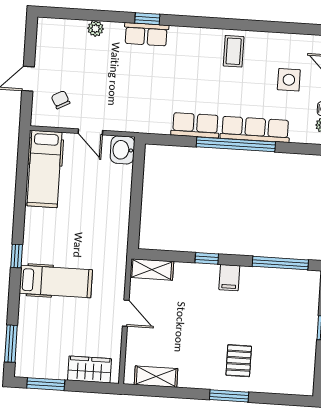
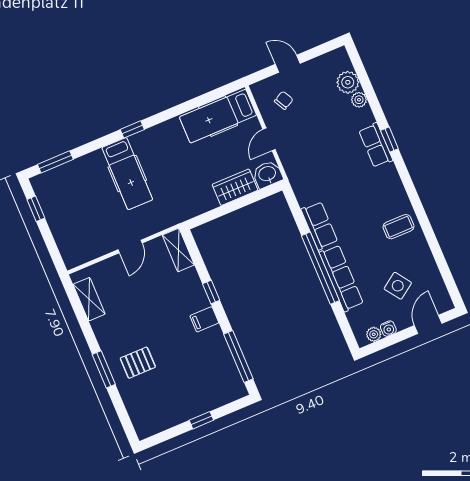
plant: (74, 31) -> (348, 82), added
side table: (289, 80) -> (398, 286), turned -35
wardrobe: (89, 369) -> (235, 187), moved, turned -90
window: (46, 384) -> (36, 209), width x0.67

